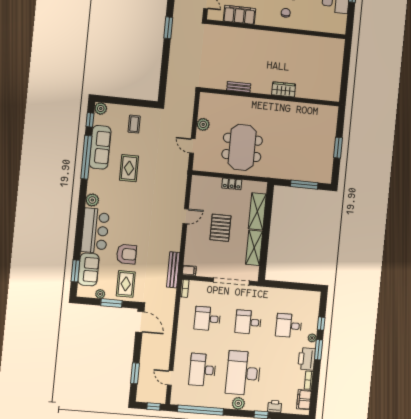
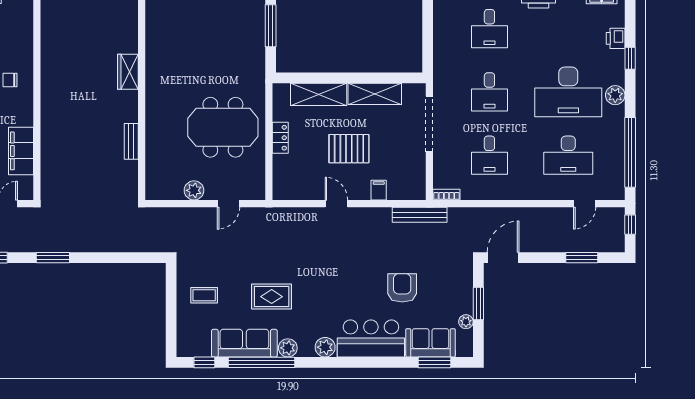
plant: (101, 108) -> (288, 348), moved
filing cabinet: (189, 270) -> (379, 190), moved
rug: (126, 284) -> (447, 285), removed

